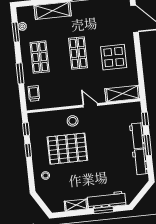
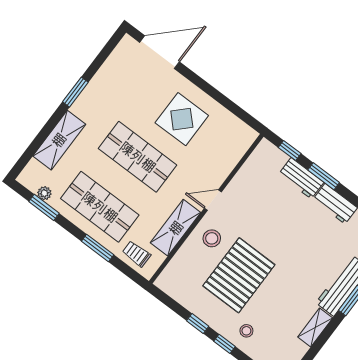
shop shelf: (78, 53) -> (138, 157), width x1.43, depth x1.36
shop shelf: (40, 57) -> (100, 207), width x1.43, depth x1.36
shelving: (123, 94) -> (176, 228), moved
window: (26, 129) -> (225, 344), moved

